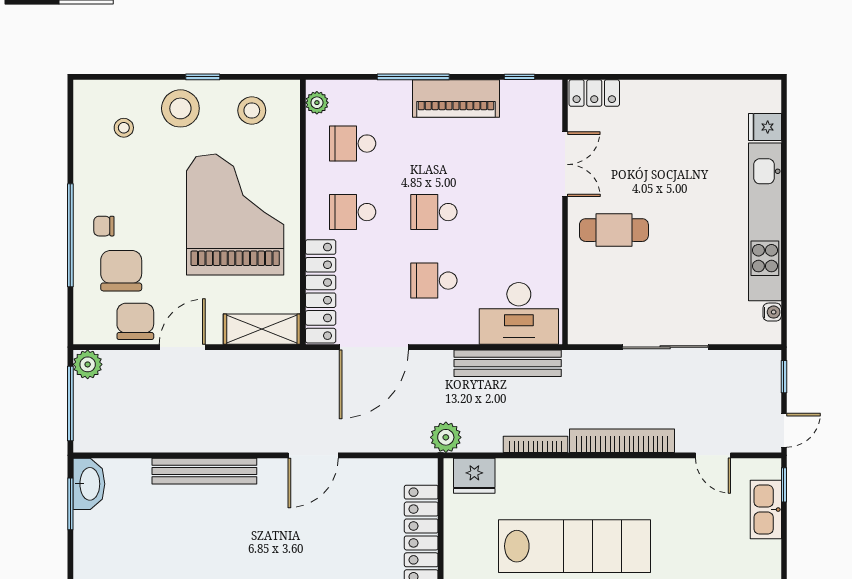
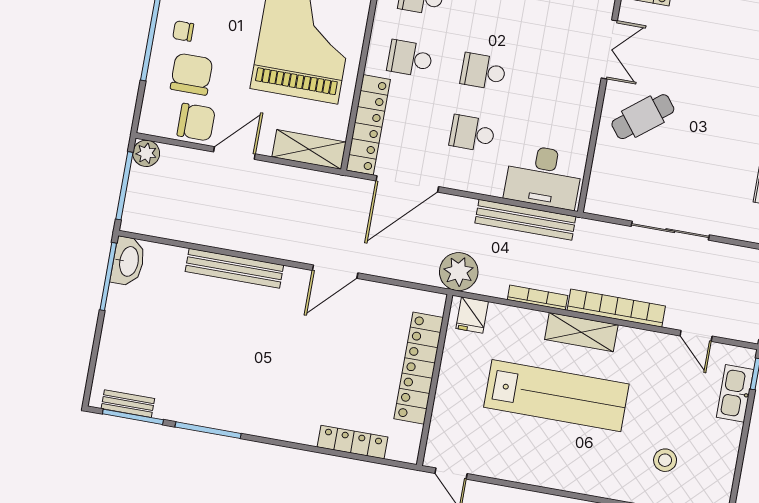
cafe table: (614, 230) -> (643, 117), turned -38
chair: (135, 321) -> (196, 122), turned 90
plant: (446, 437) -> (459, 272), width x1.36, depth x1.36
shelving: (589, 473) -> (581, 332), added
fridge: (474, 476) -> (472, 315), width x0.72
window: (70, 504) -> (108, 277), width x1.44

